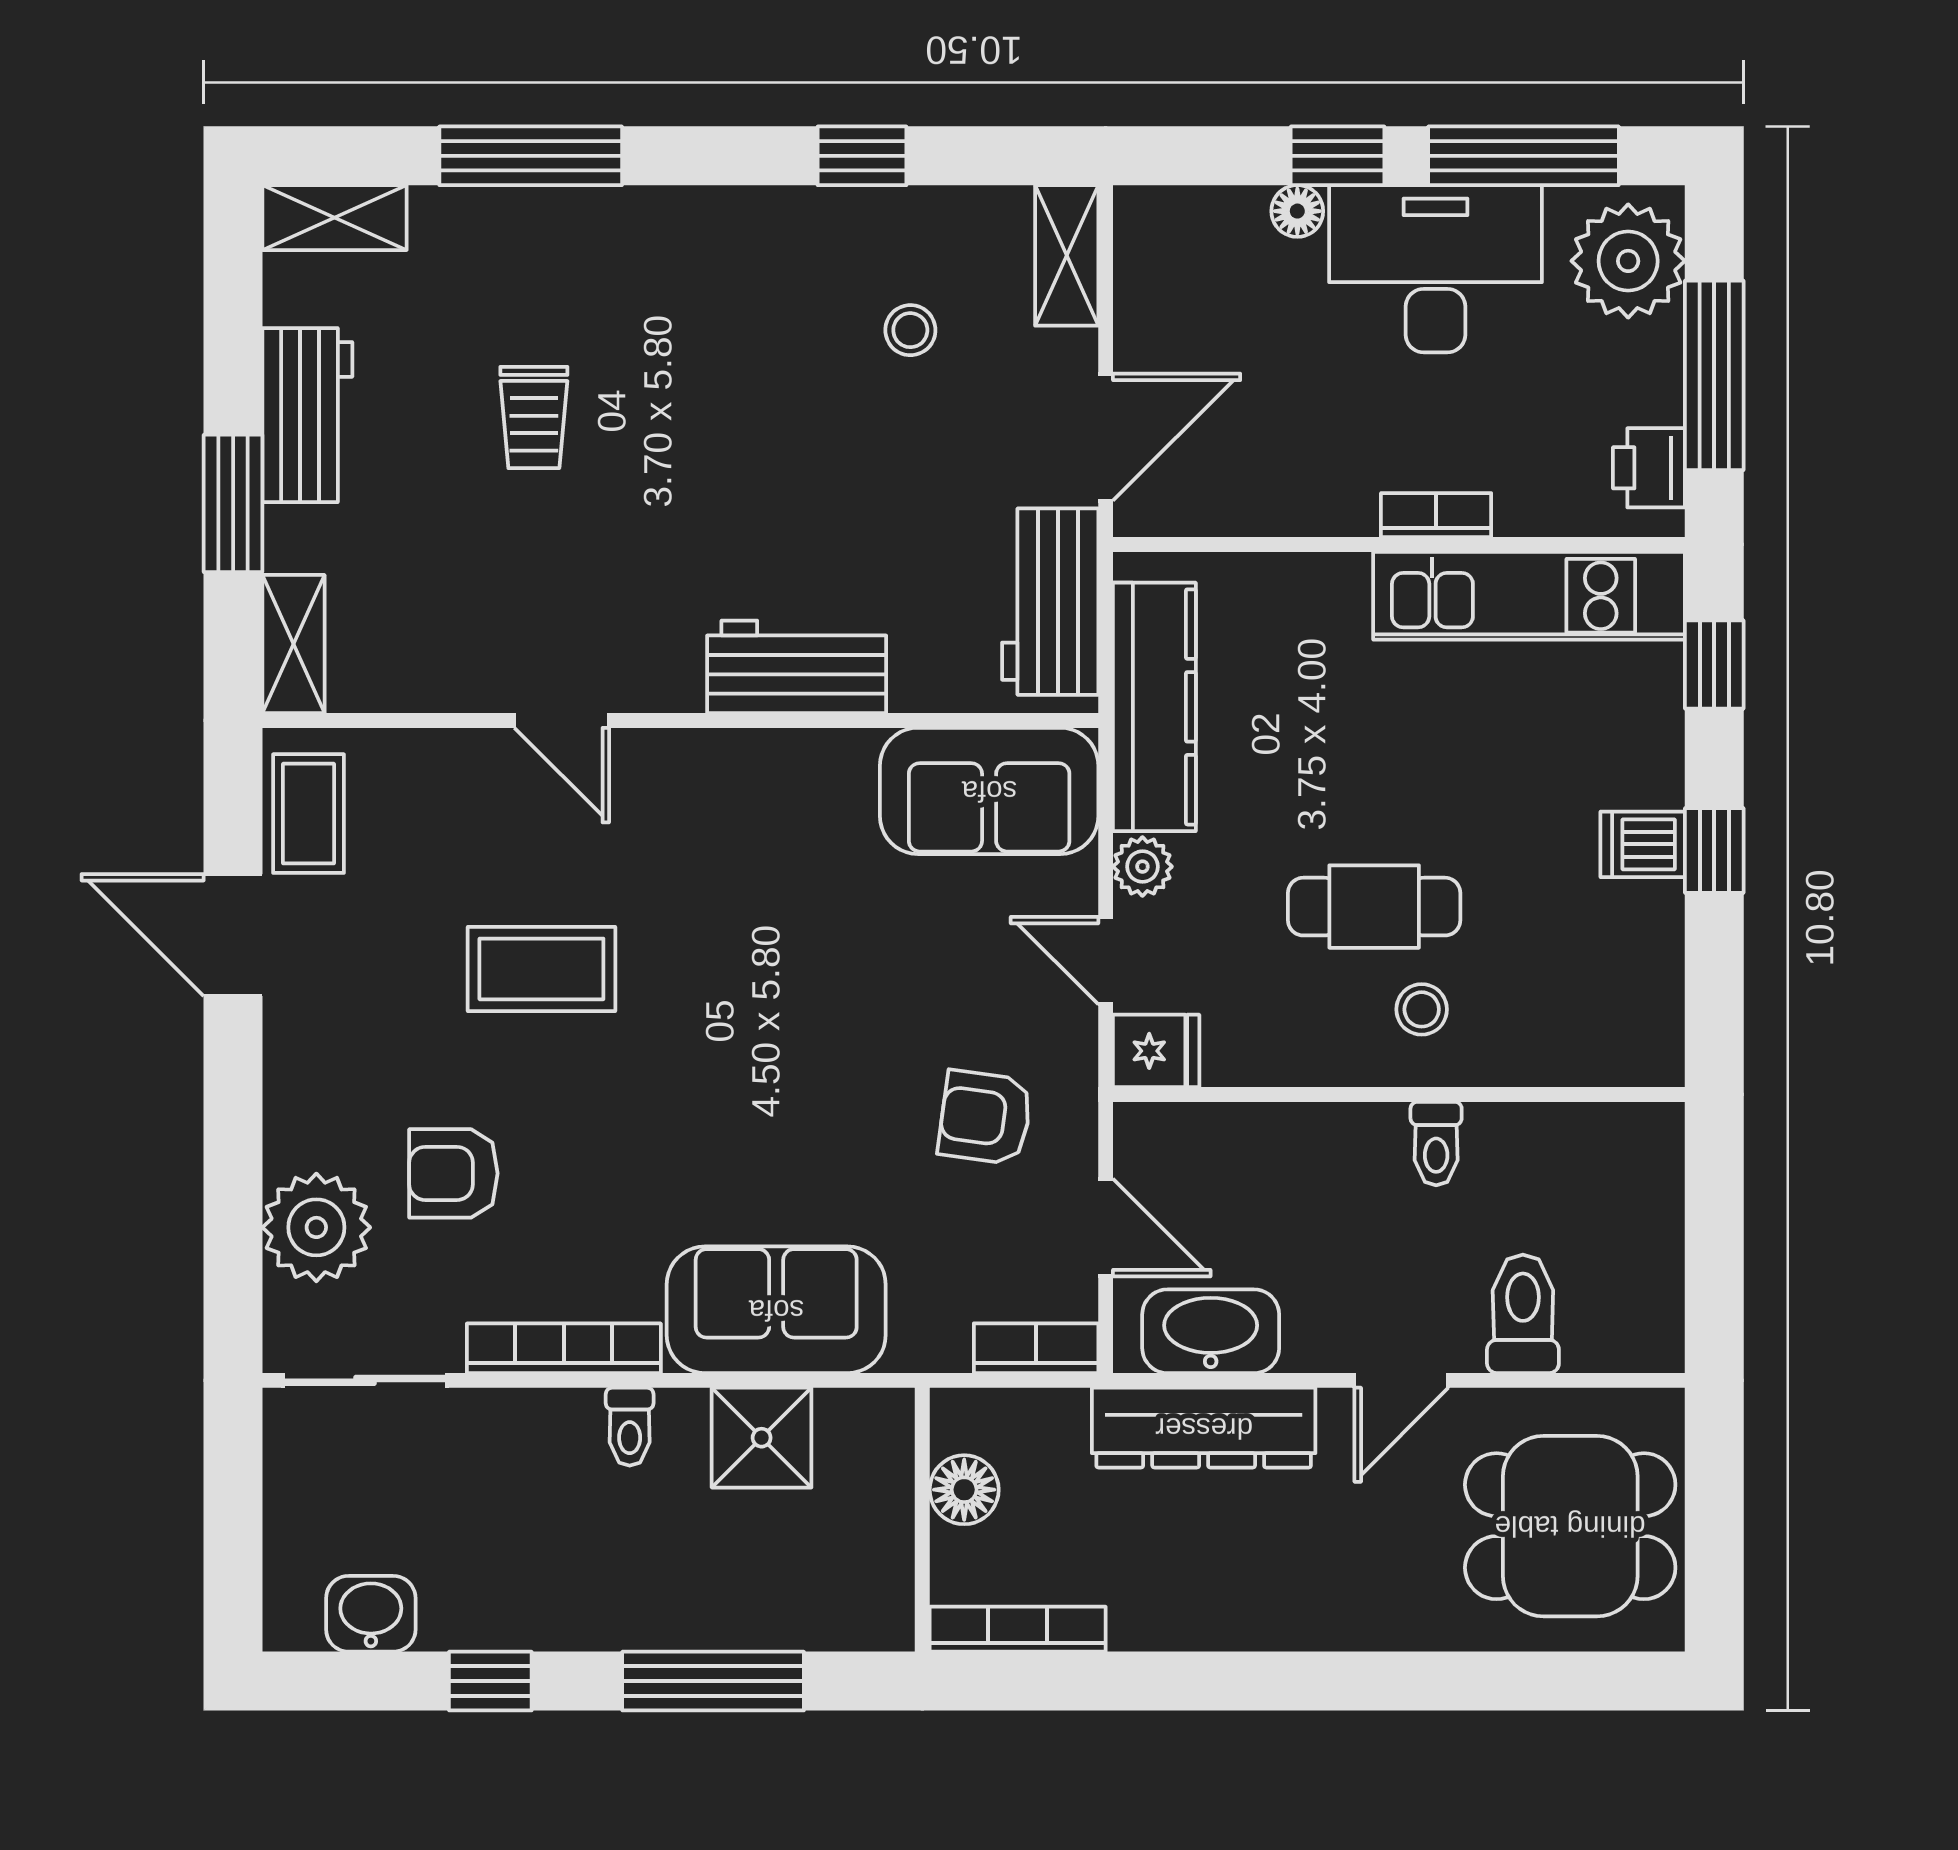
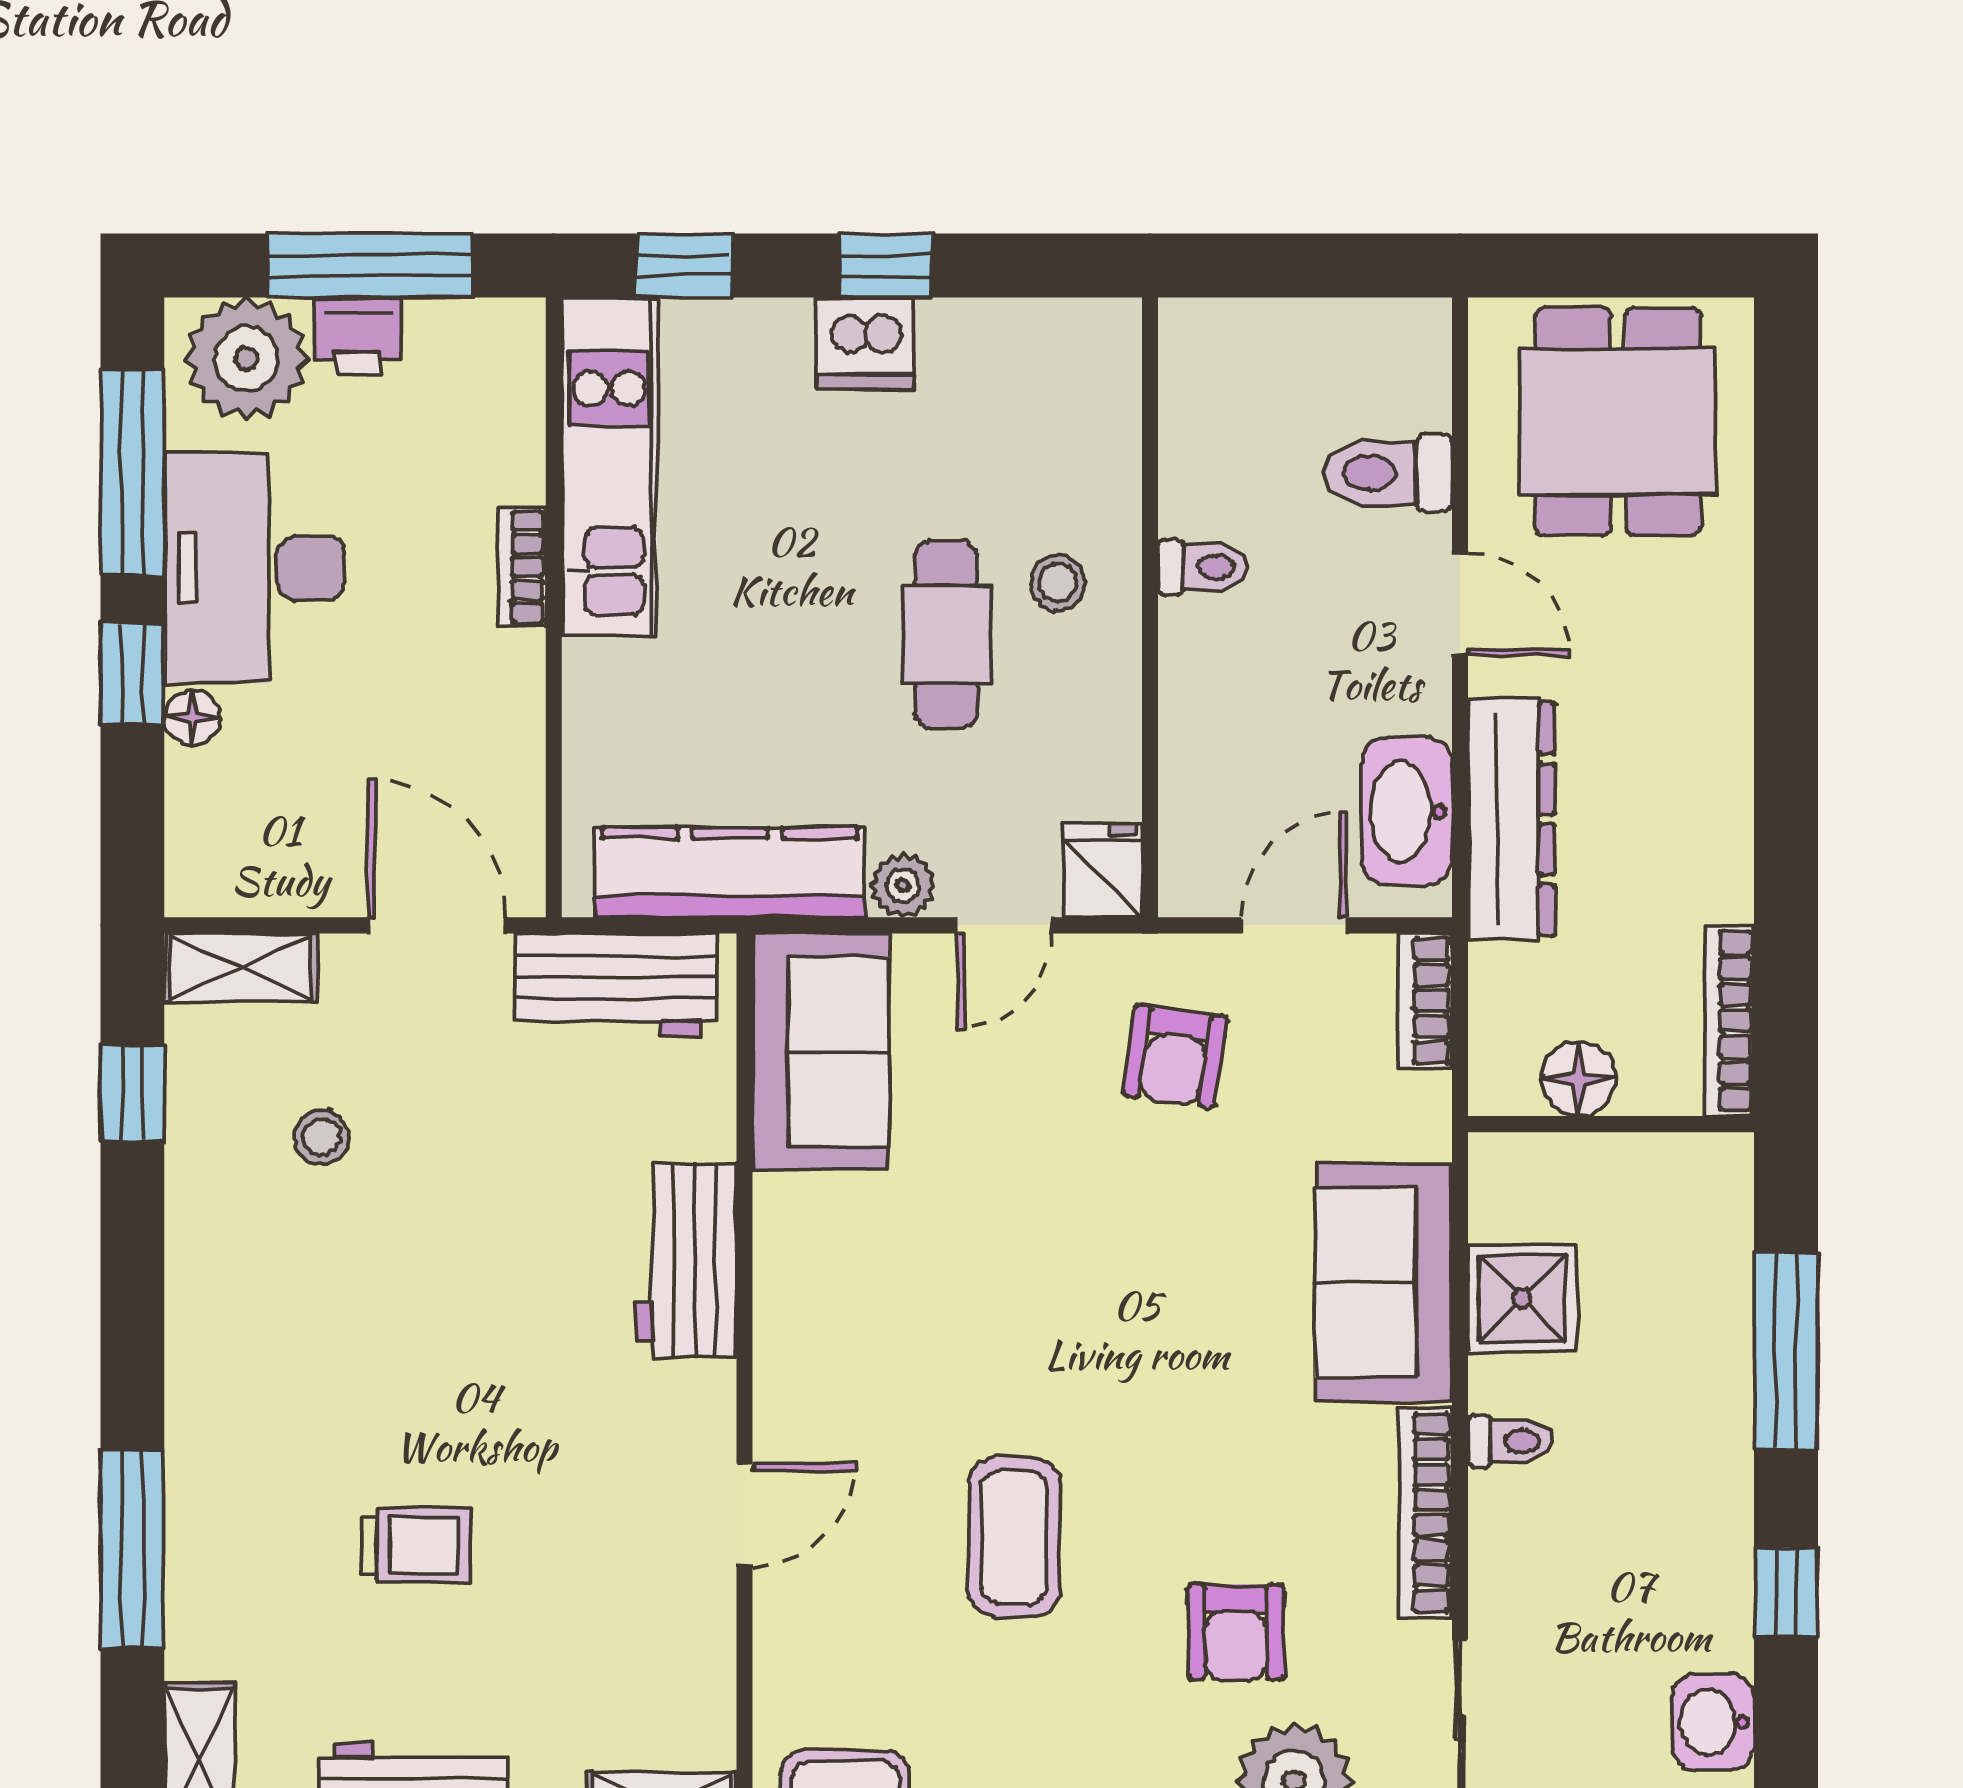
window: (862, 156) -> (132, 1093), moved
printer: (1649, 468) -> (357, 336), moved
dishwasher: (1643, 844) -> (865, 343), width x1.38

